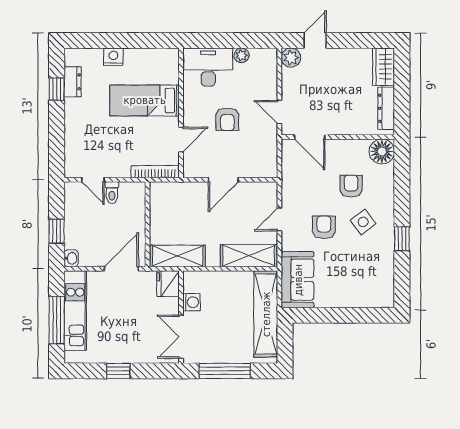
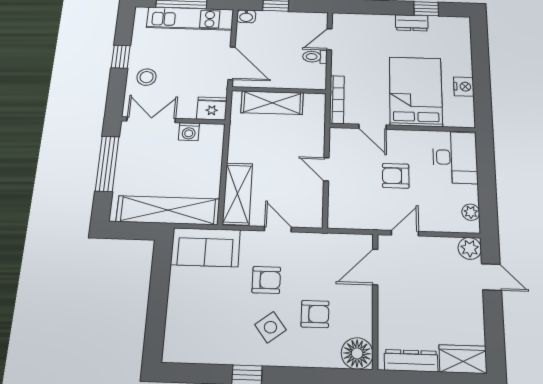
plant: (242, 55) -> (471, 212), moved
nightstand: (113, 57) -> (464, 87), moved
dresser: (73, 82) -> (412, 23), moved
bed: (145, 100) -> (416, 91), width x1.50
door: (223, 180) -> (326, 169), width x0.73
shelving: (178, 256) -> (272, 103), moved, turned 90
stool: (138, 345) -> (147, 77), added

